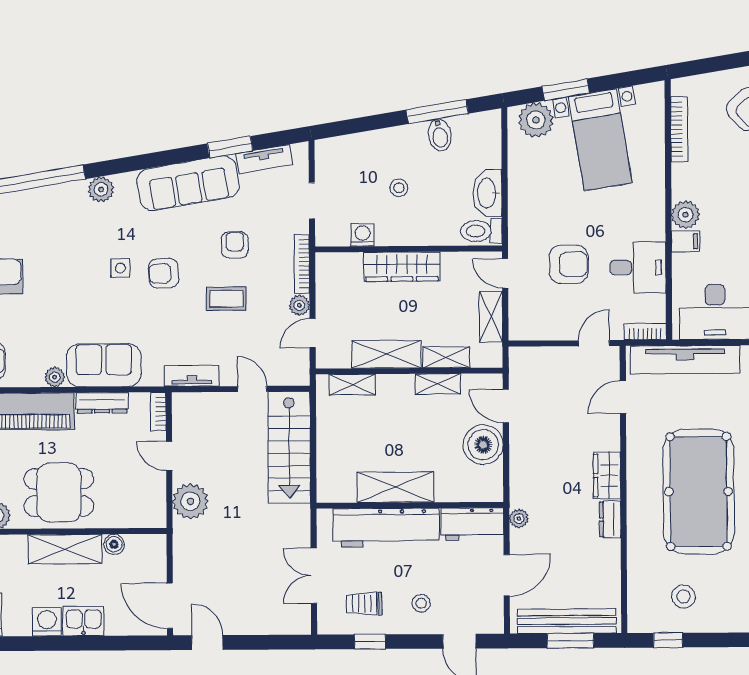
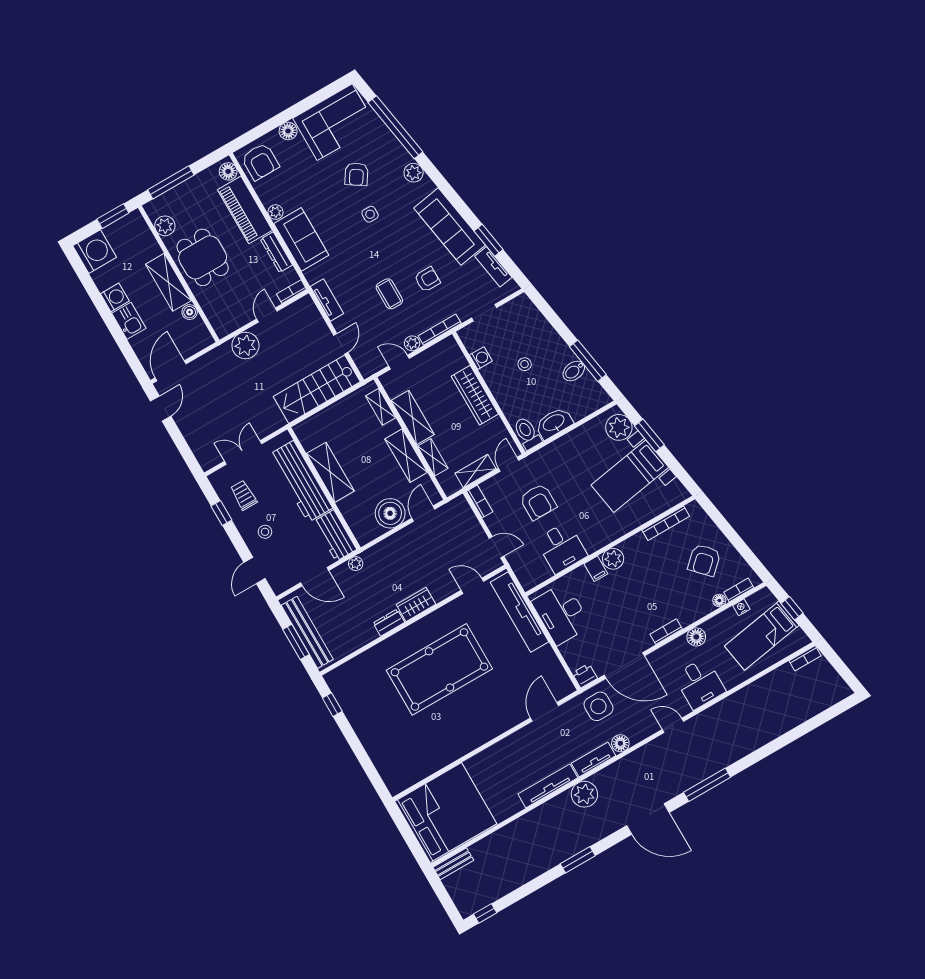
armchair: (164, 273) -> (356, 174), moved, turned -143
bookcase: (645, 332) -> (480, 501), moved
shelving: (438, 384) -> (406, 456), width x1.50, depth x1.33
stool: (684, 597) -> (366, 698), removed

